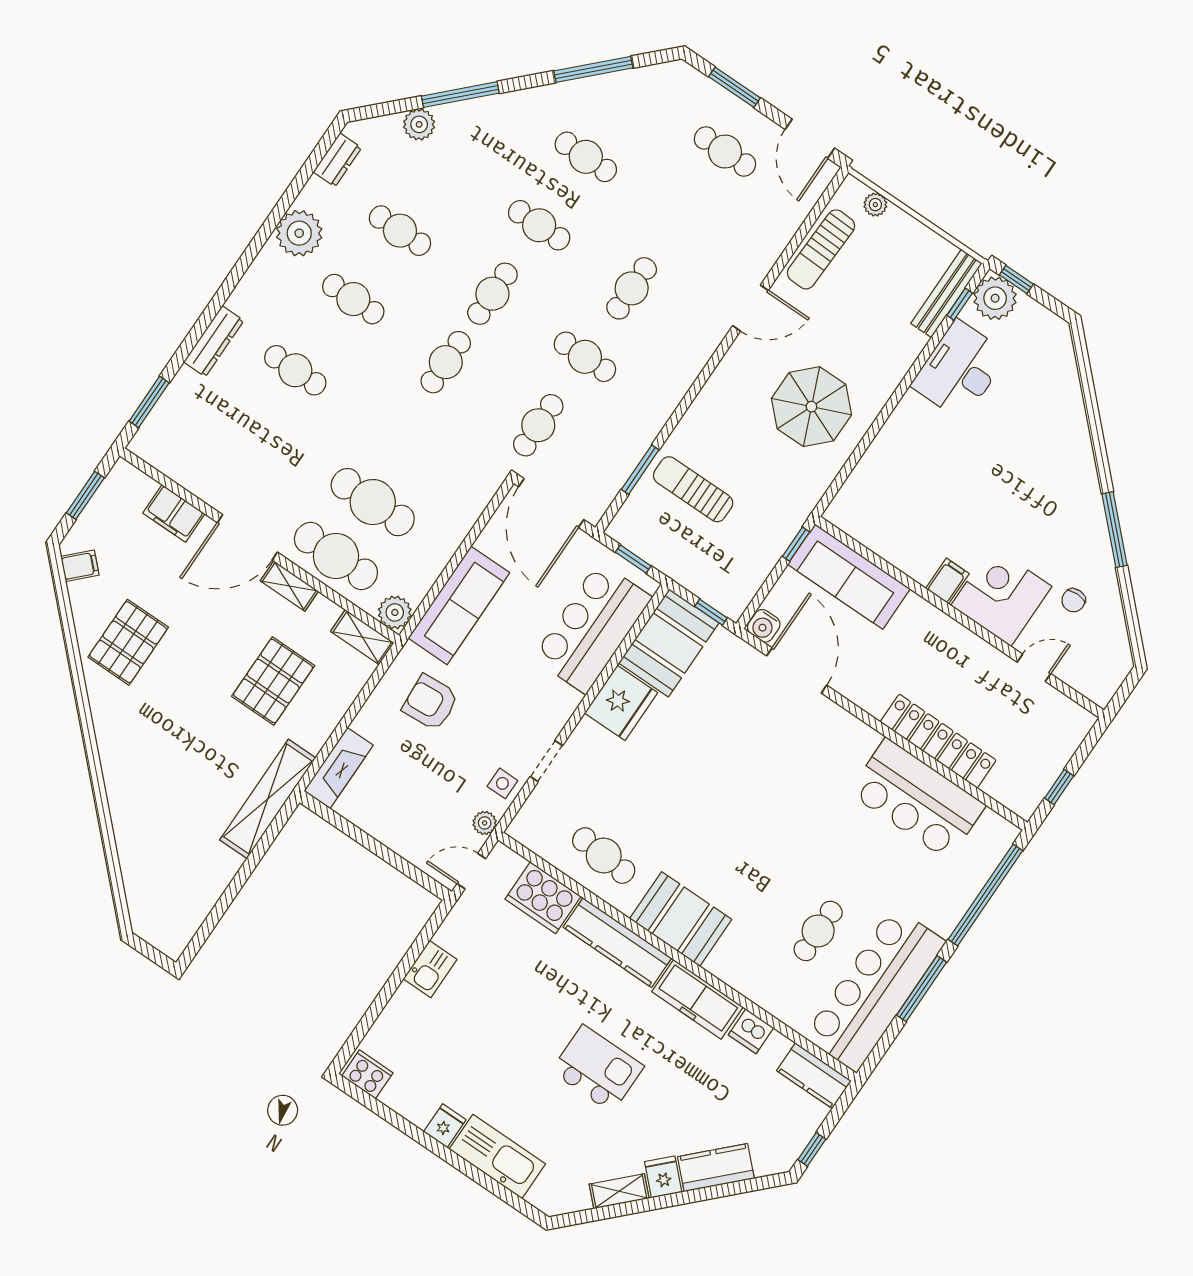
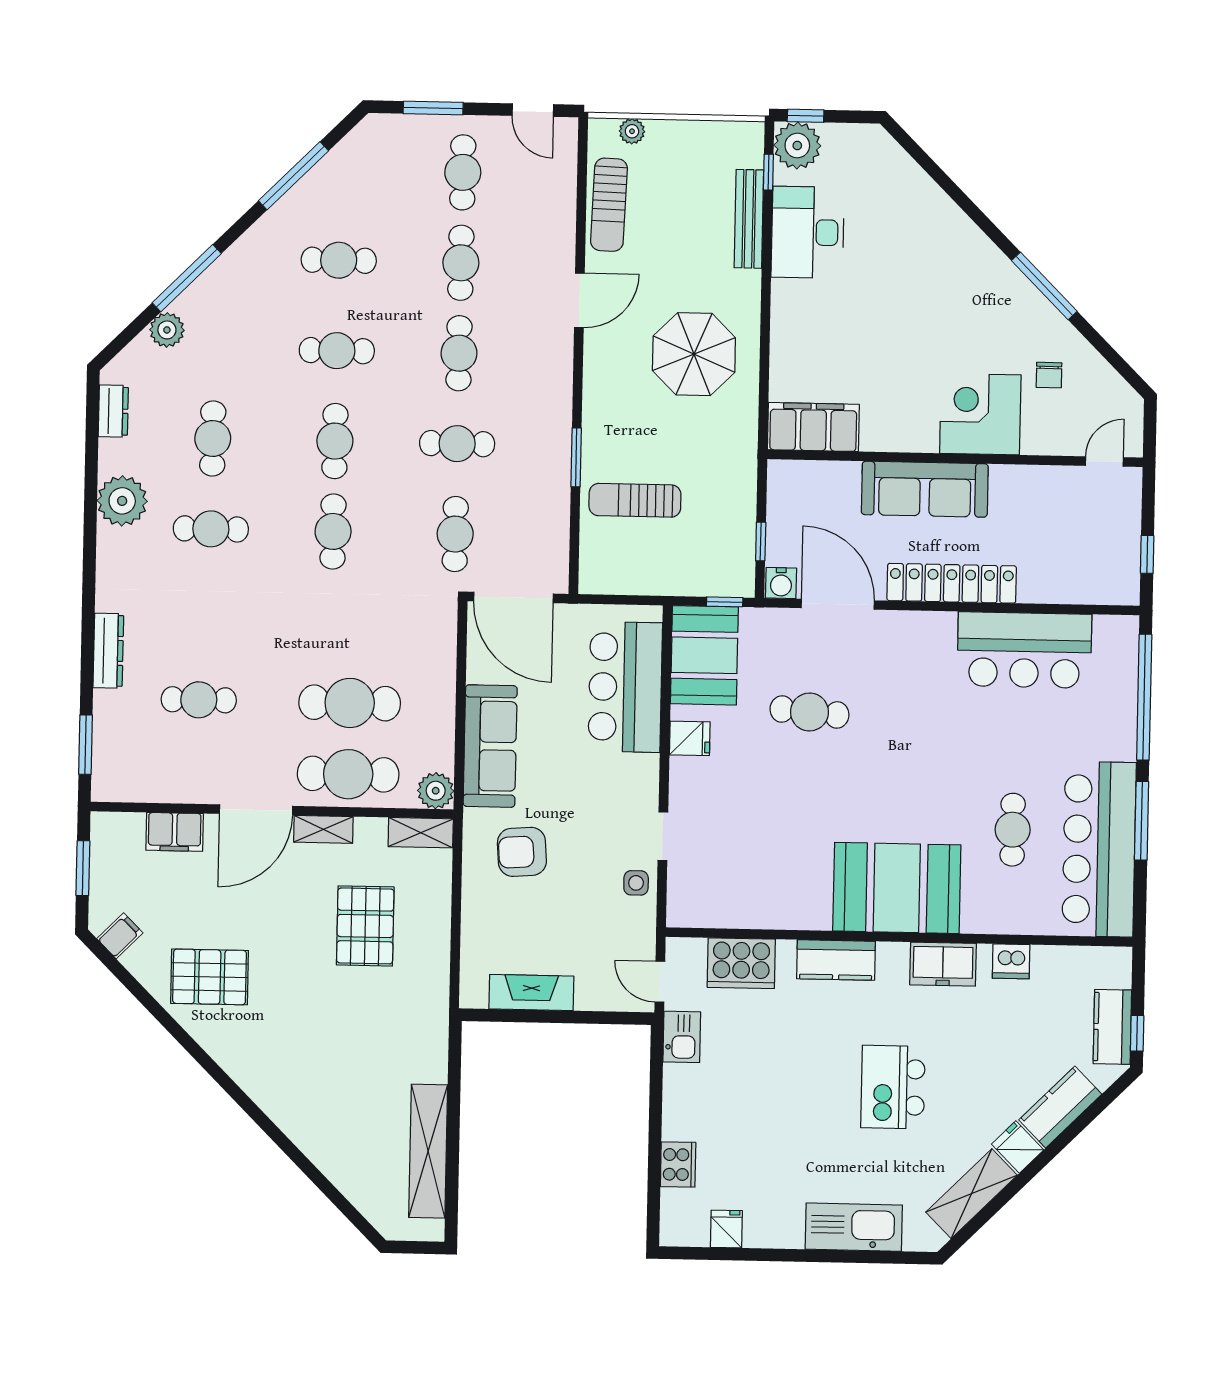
door: (810, 139) -> (533, 110), width x0.73
cafe table: (725, 151) -> (463, 172), turned 90
cafe table: (678, 220) -> (461, 263), added
cafe table: (400, 231) -> (213, 438), turned 90
bench: (946, 293) -> (749, 219), moved
cafe table: (295, 370) -> (199, 700), moved
window: (640, 470) -> (576, 457), moved
window: (796, 544) -> (761, 541), moved
window: (633, 559) -> (622, 600), removed
sofa: (849, 577) -> (925, 489), moved
filing cabinet: (947, 581) -> (813, 427), moved, width x3.00, depth x1.17
pallet: (128, 642) -> (210, 977), turned 90
door: (1034, 668) -> (1104, 461), moved
fridge: (621, 703) -> (690, 738), width x0.53, depth x0.75
locker: (938, 741) -> (952, 583), moved
fireplace: (339, 768) -> (531, 993), moved, turned -90
shelving: (268, 799) -> (428, 1151), moved
plant: (485, 823) -> (643, 930), removed
cafe table: (604, 856) -> (809, 712), moved
door: (471, 871) -> (660, 982), hinge flipped
booth: (681, 919) -> (897, 888), width x1.36, depth x1.42
kitchen counter: (617, 943) -> (836, 960), width x0.67
kitchen sink: (430, 969) -> (682, 1037), moved
freezer: (697, 999) -> (943, 964), width x0.71
kitchen island: (597, 1069) -> (893, 1087), turned -90
cooker: (367, 1074) -> (678, 1165), moved, turned 90
kitchen counter: (814, 1076) -> (1112, 1027), moved, turned 90
fridge: (445, 1126) -> (726, 1229), moved
shelving: (619, 1191) -> (972, 1194), width x1.50, depth x1.33

